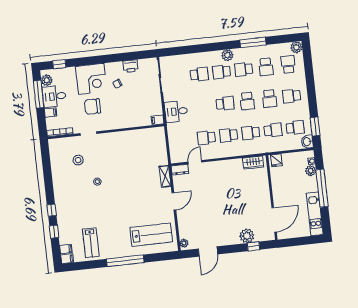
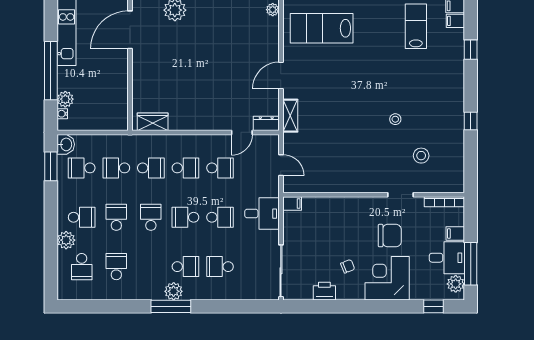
window: (253, 42) -> (171, 306), moved
plant: (296, 47) -> (66, 240), moved
school desk: (244, 69) -> (220, 217), moved
door: (167, 144) -> (281, 165), added
fridge: (276, 160) -> (116, 121), removed
window: (52, 210) -> (471, 121), moved

